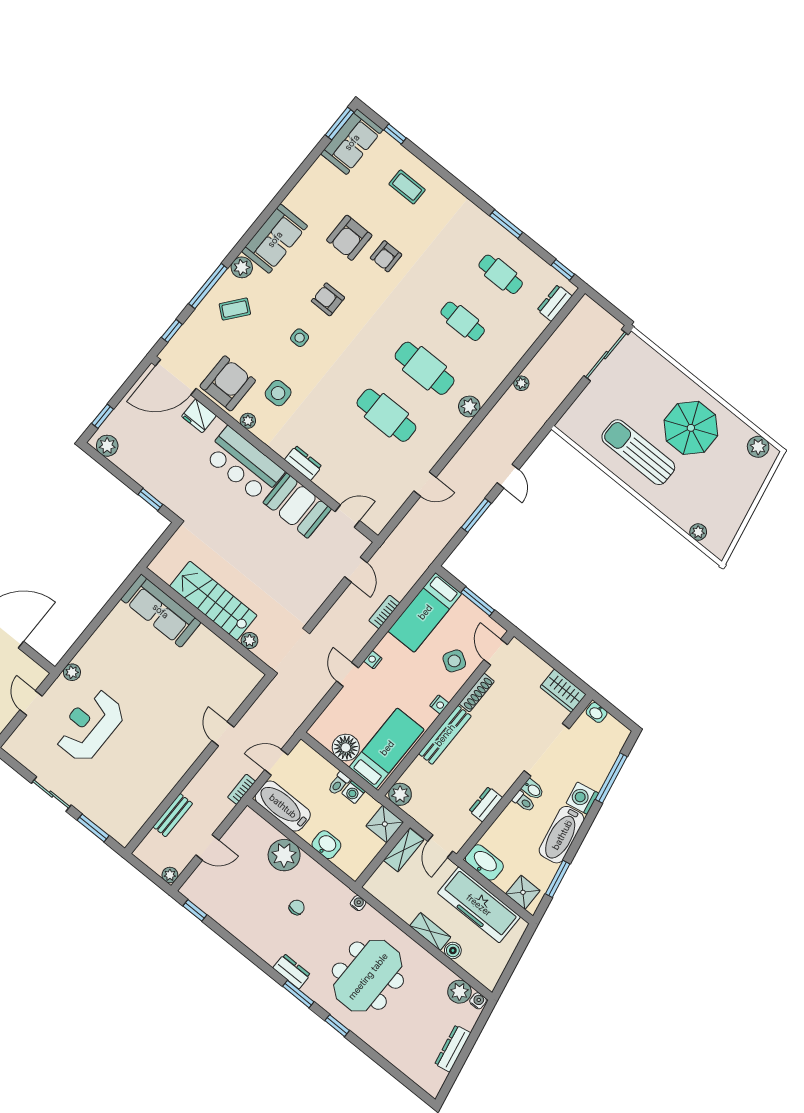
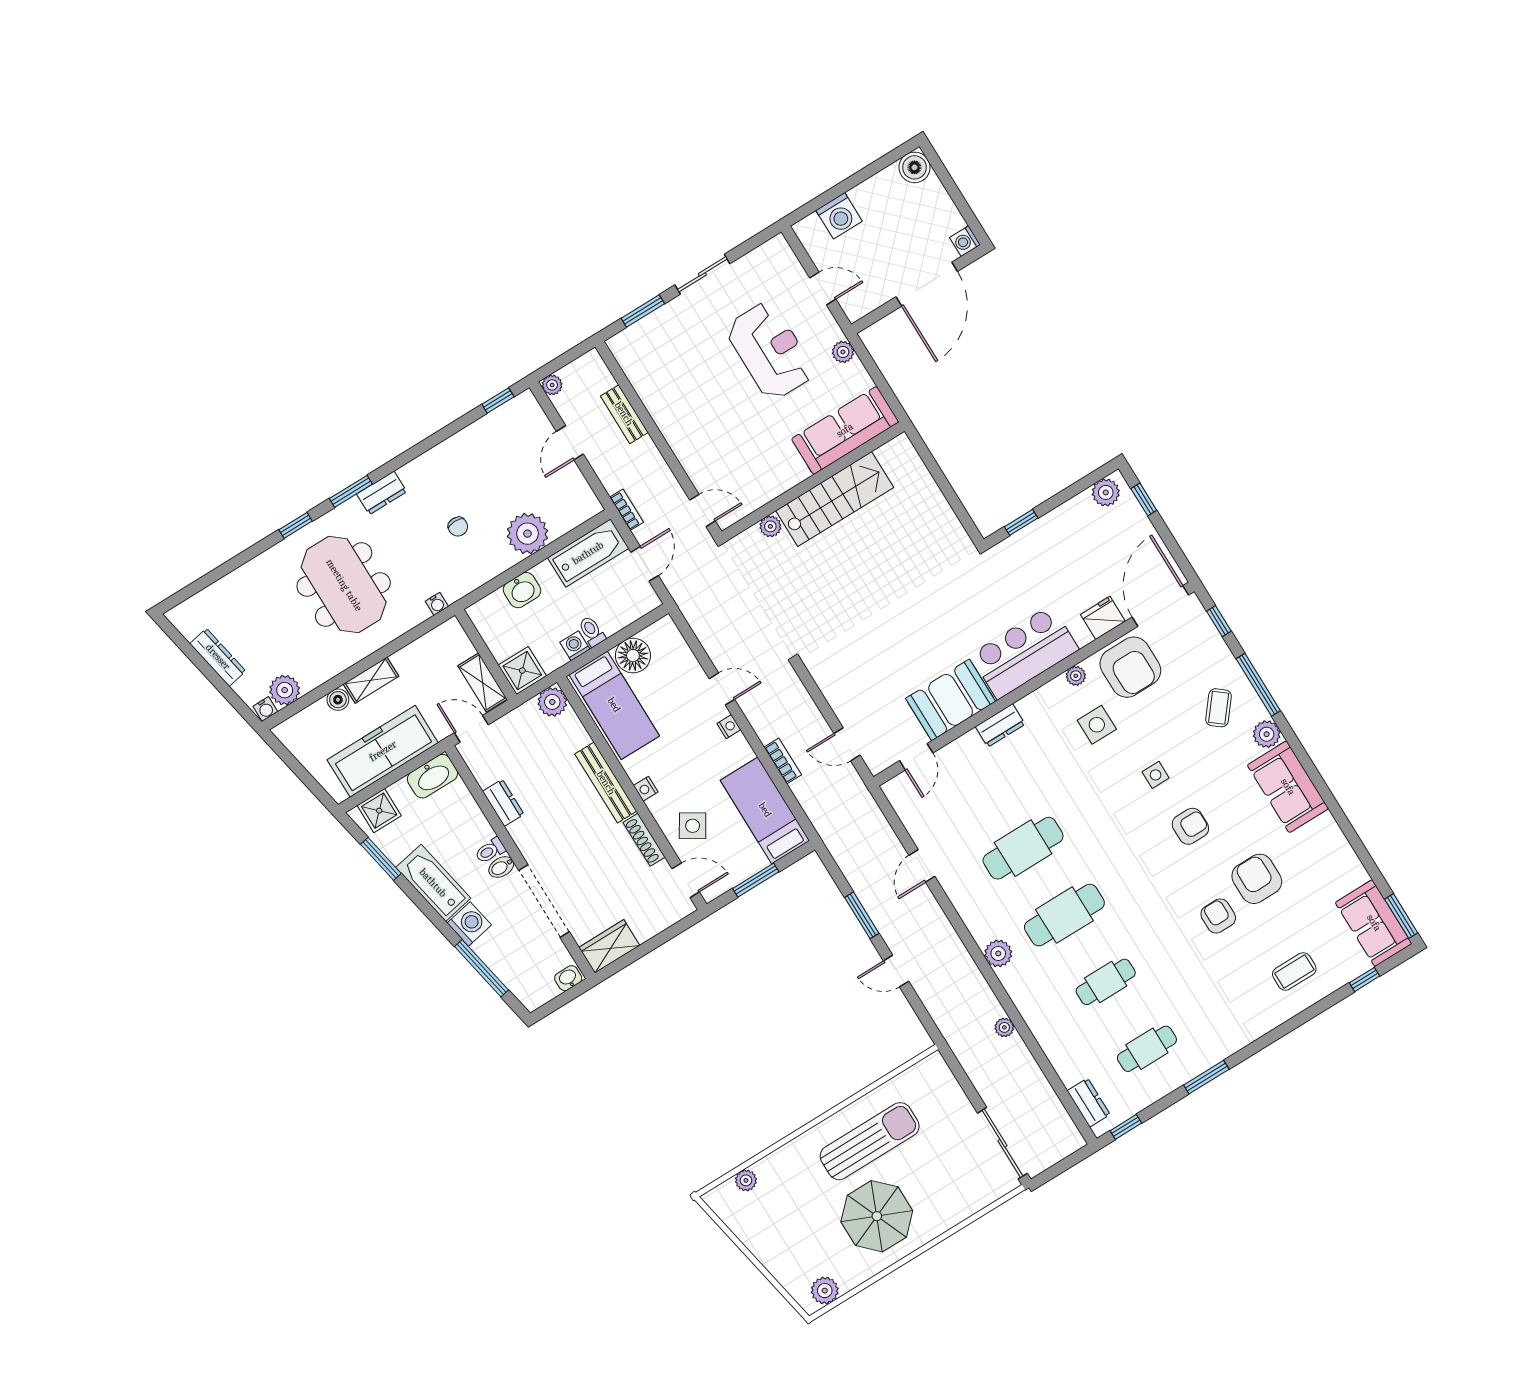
stairs: (213, 601) -> (835, 499), moved
sofa: (161, 611) -> (845, 430), moved
wall: (206, 621) -> (813, 481), moved
plant: (249, 641) -> (770, 526), moved

